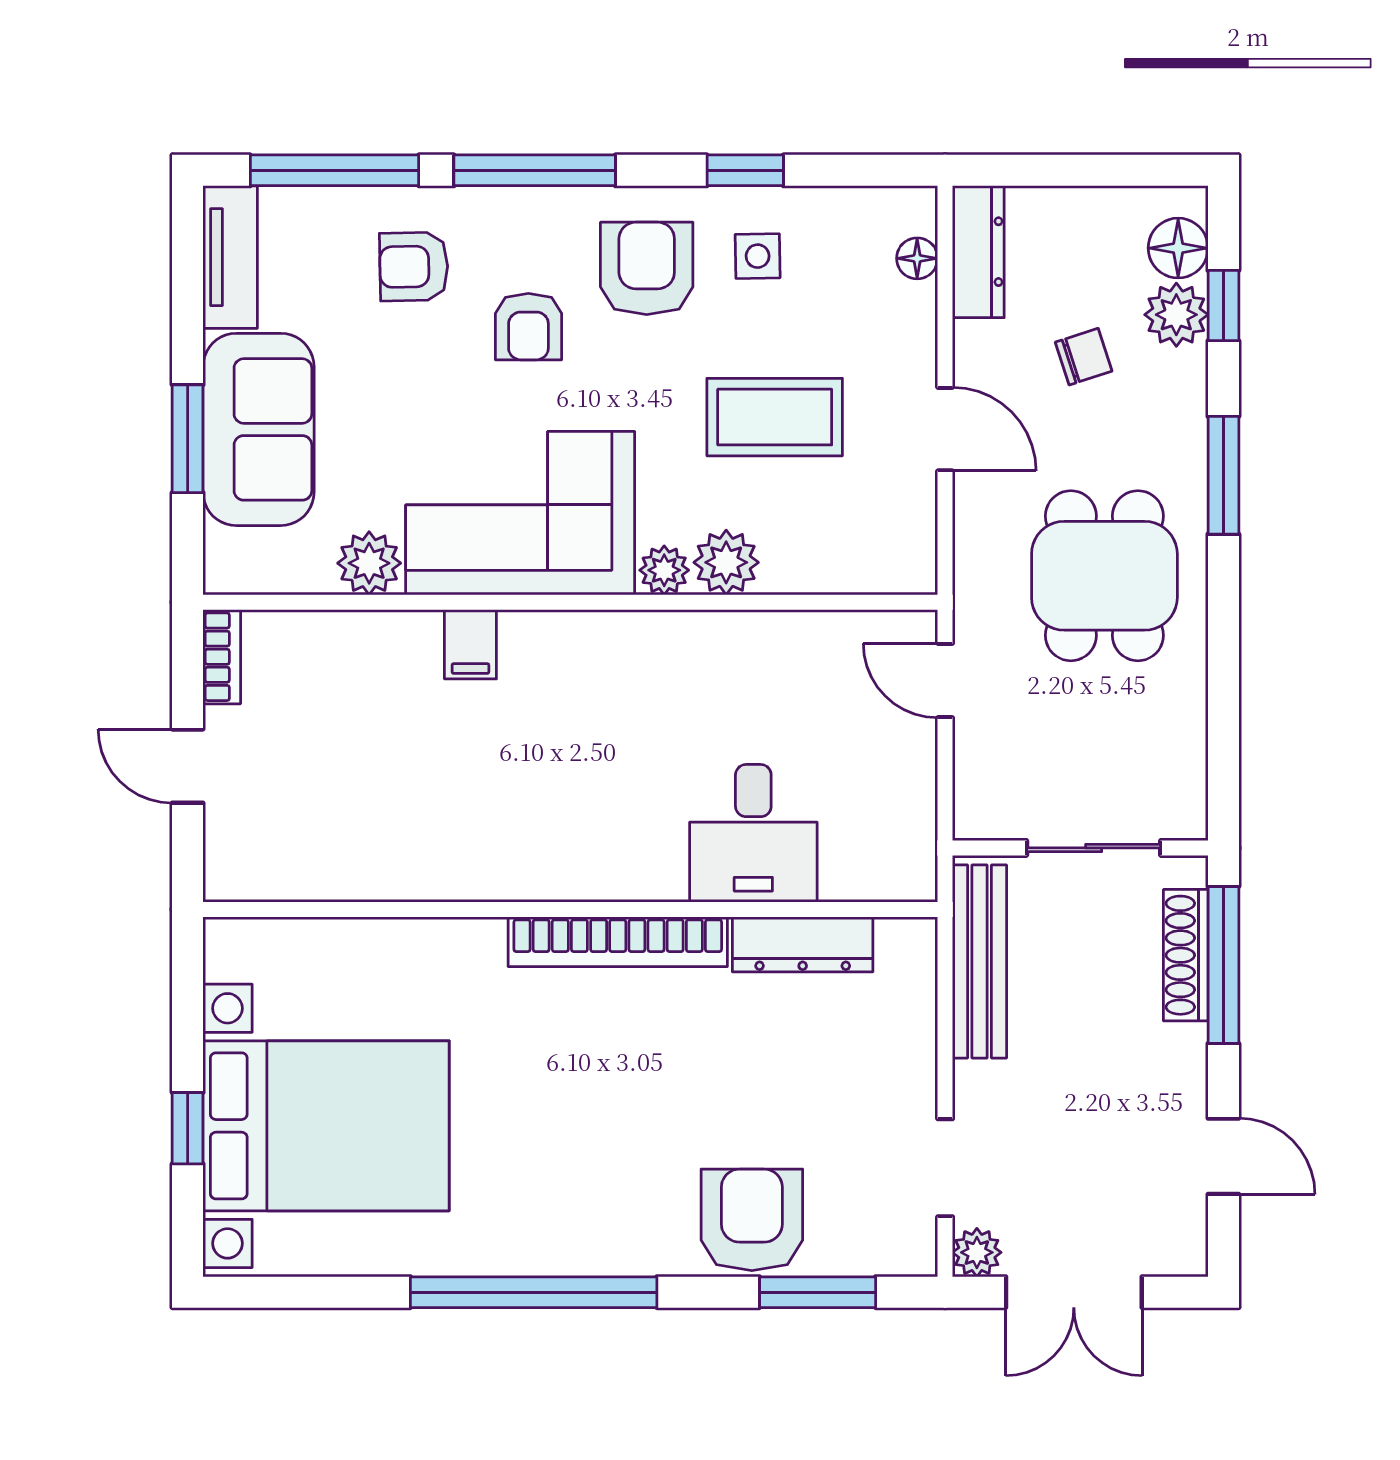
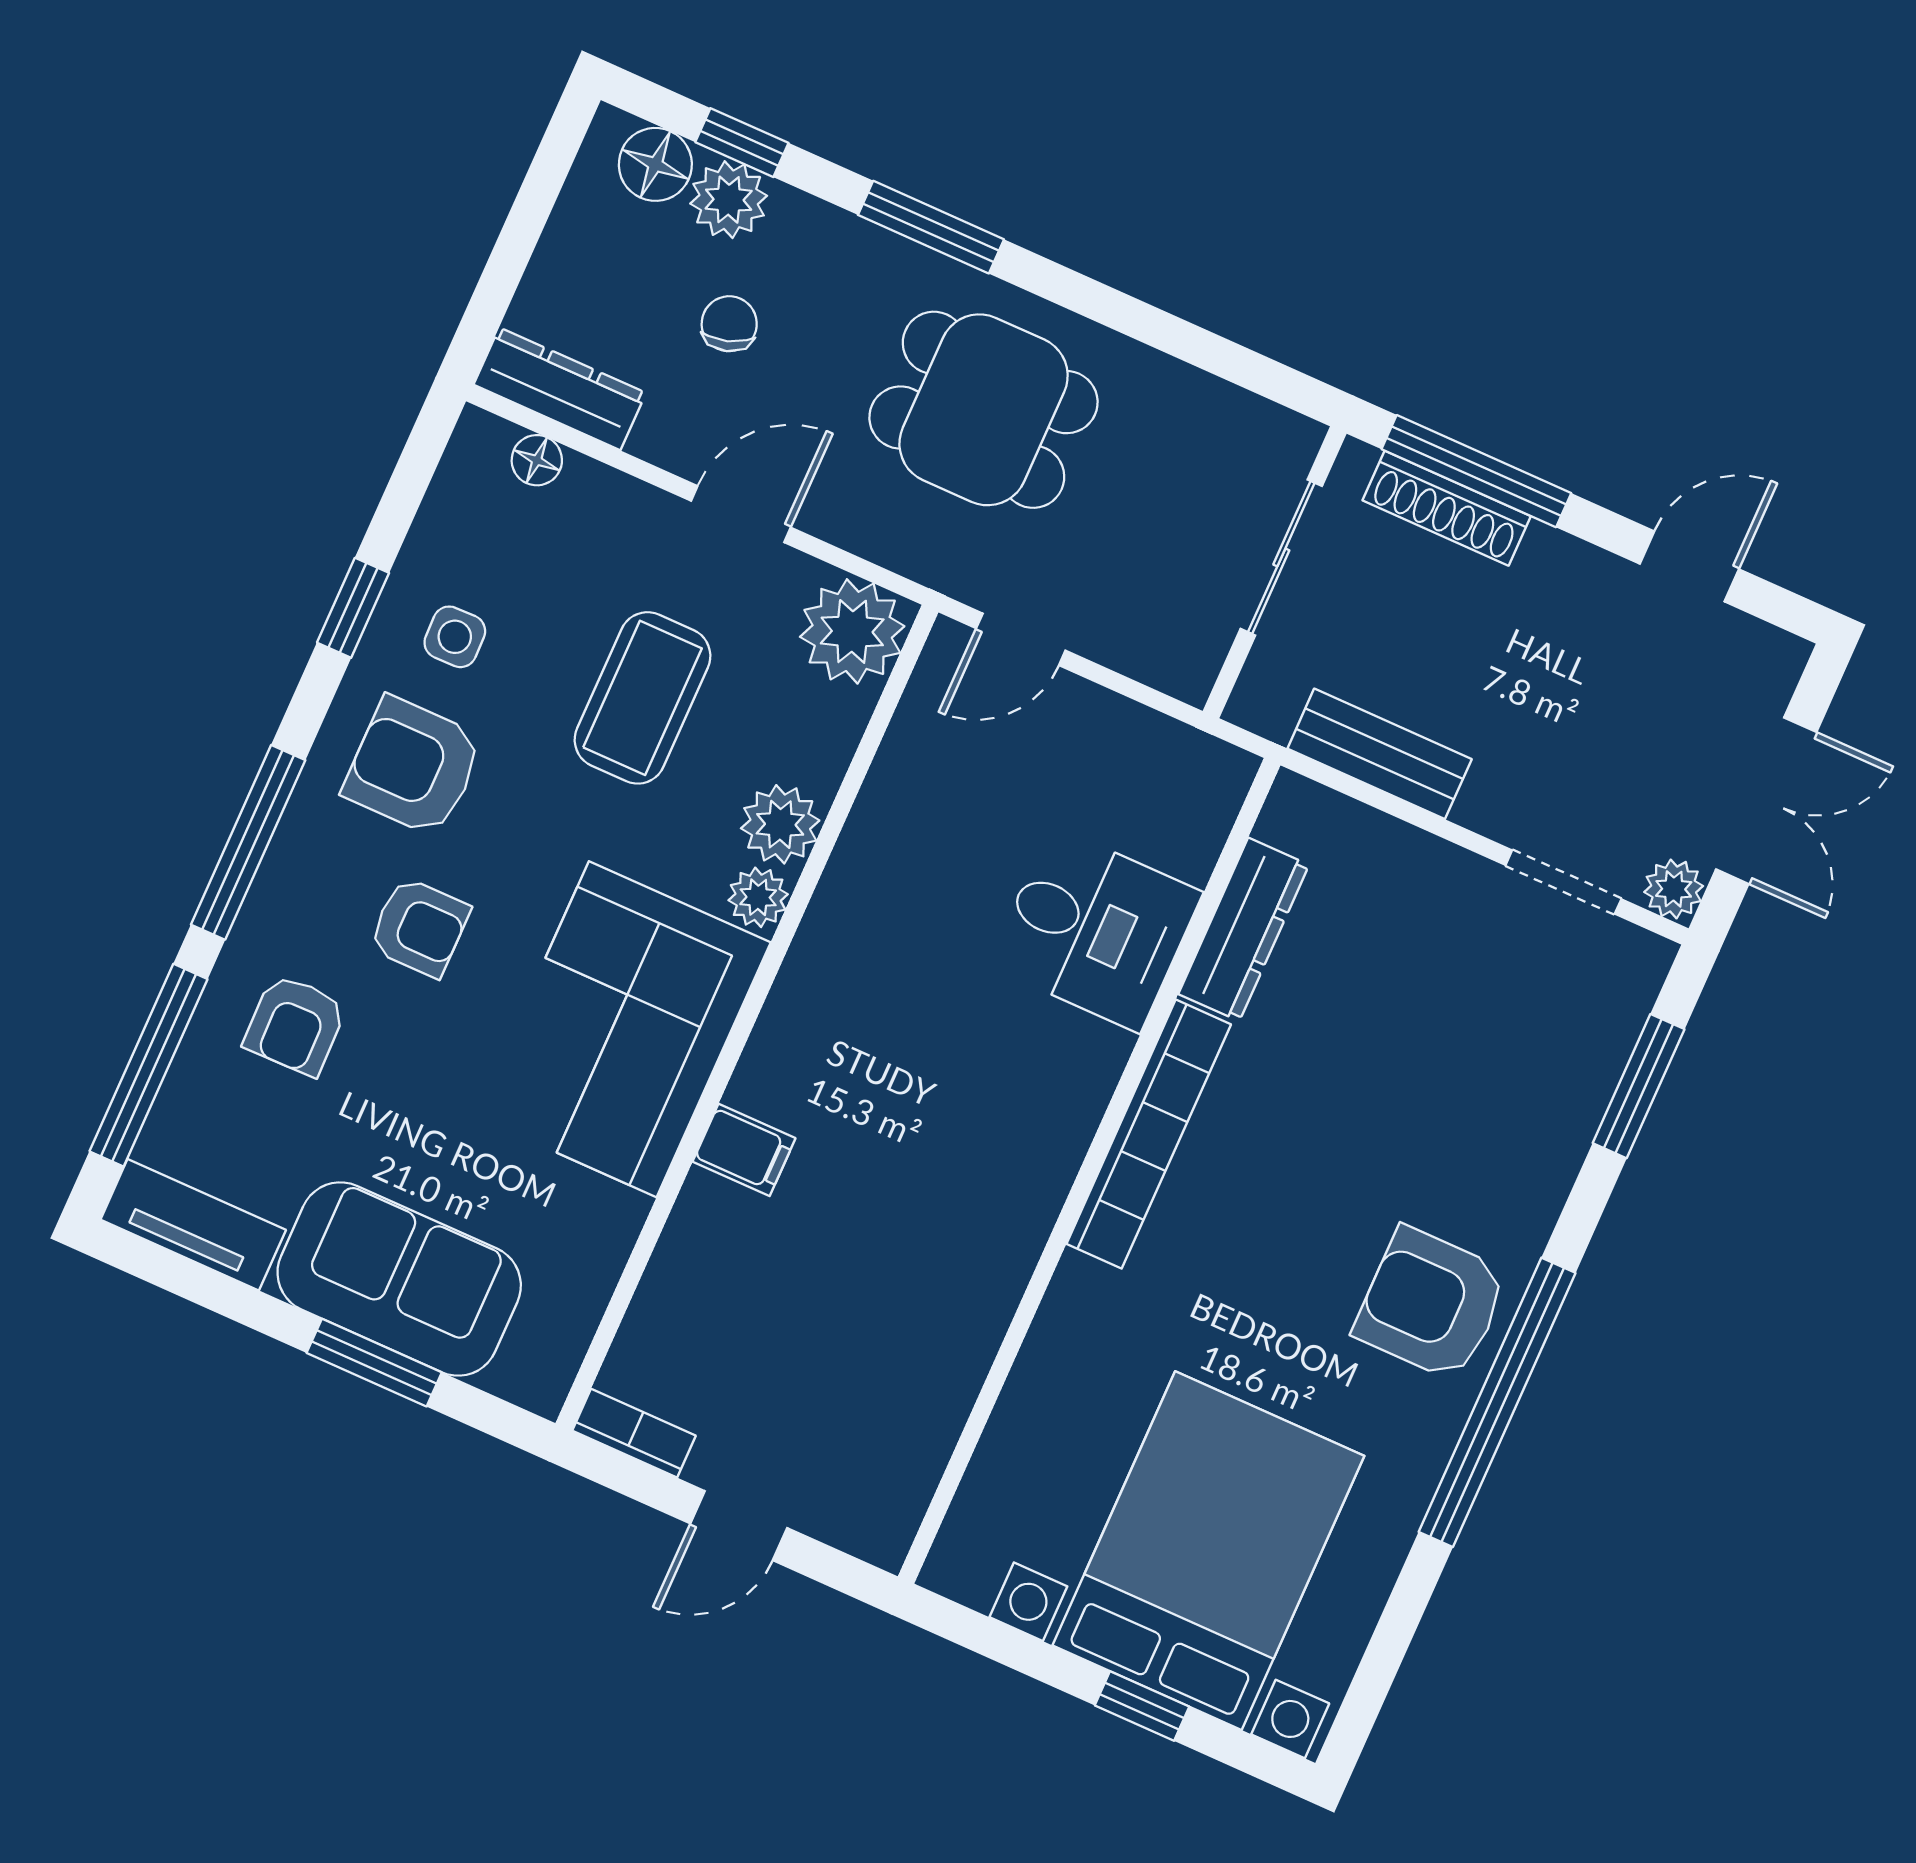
plant: (369, 563) -> (852, 631), moved, width x1.36, depth x1.36
bench: (980, 961) -> (1380, 754), width x0.73
armchair: (752, 1220) -> (1431, 1304), moved

